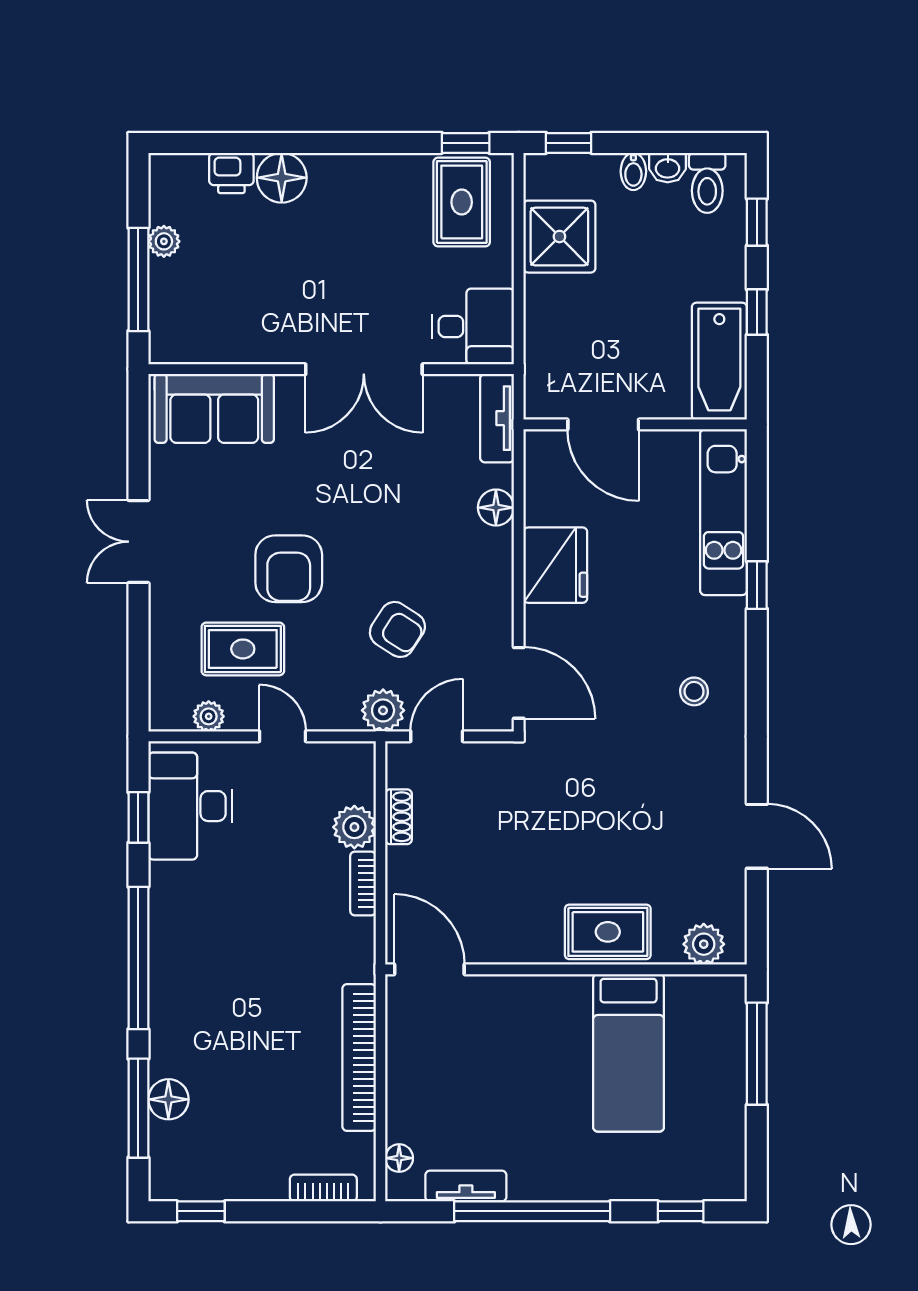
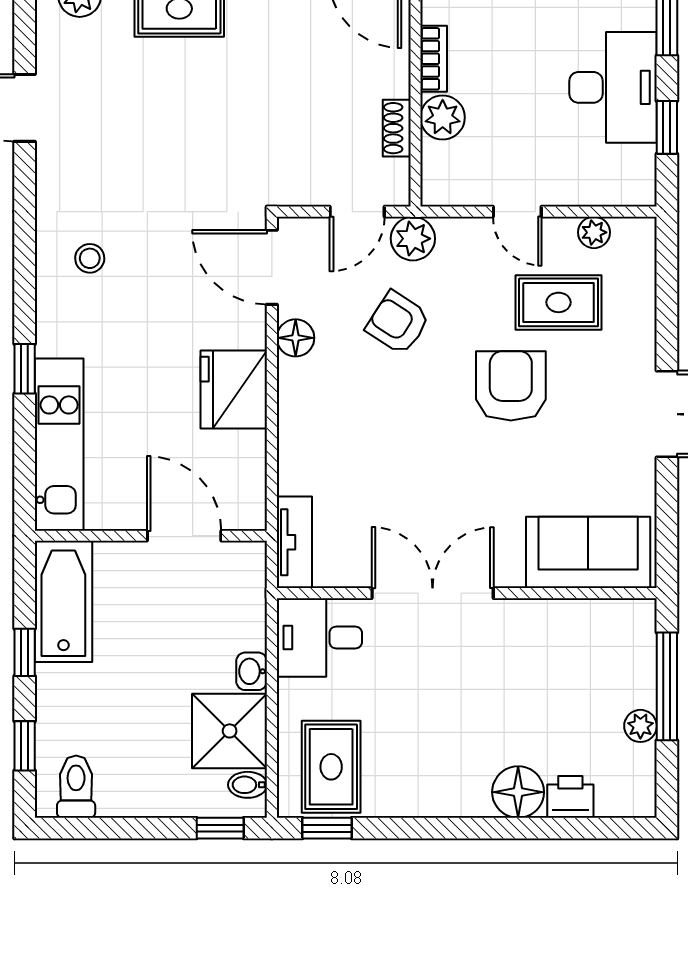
washbasin: (668, 168) -> (252, 671), moved, turned -90
bidet: (633, 171) -> (248, 785), moved, turned -90
floor lamp: (496, 508) -> (296, 338), moved
desk: (190, 806) -> (613, 87), moved

